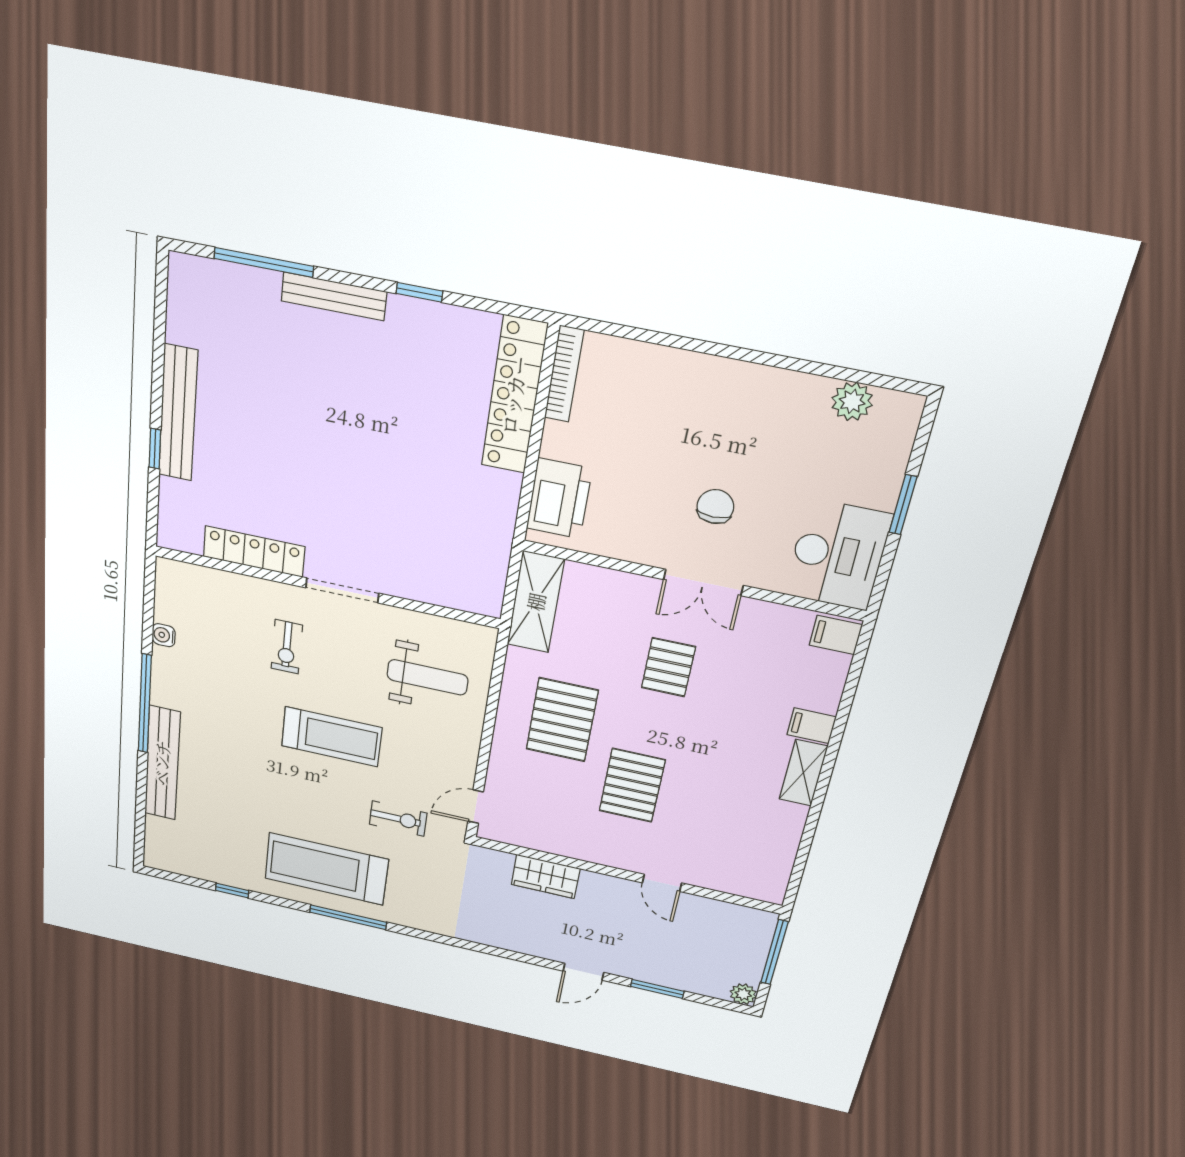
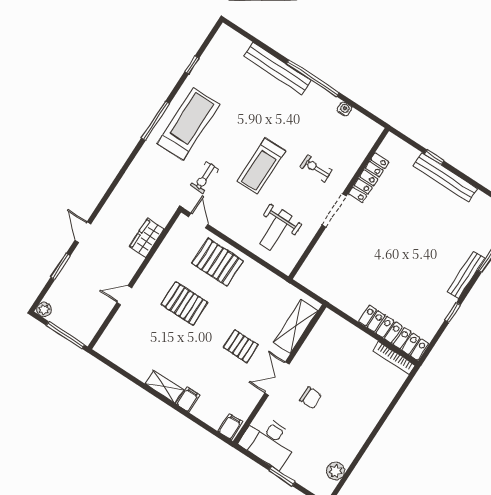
printer: (559, 499) -> (340, 332), removed
shelving: (536, 602) -> (296, 326), moved, turned 90
pallet: (562, 720) -> (217, 262), moved

